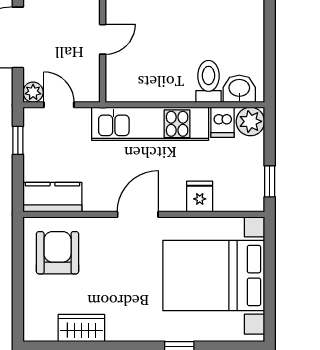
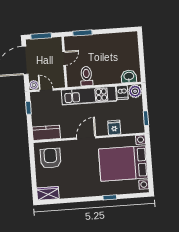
toilet: (209, 81) -> (86, 76), moved
wardrobe: (81, 328) -> (48, 193), moved

